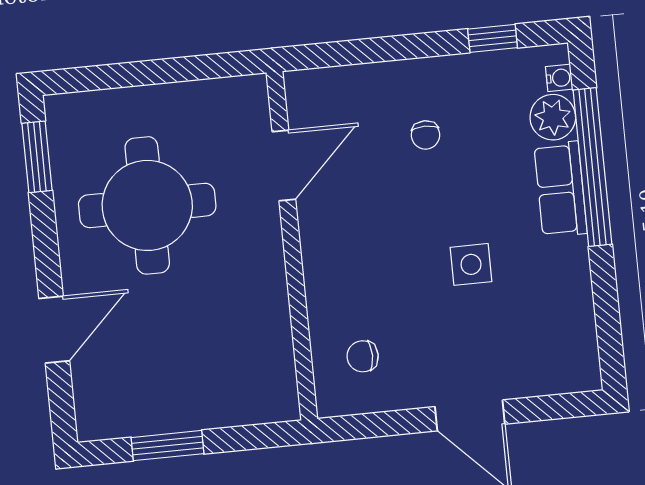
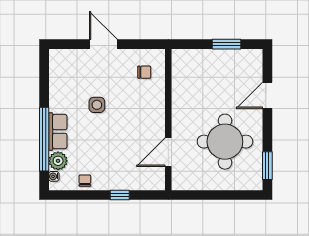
window: (493, 38) -> (120, 195), moved
chair: (426, 135) -> (85, 181), moved

